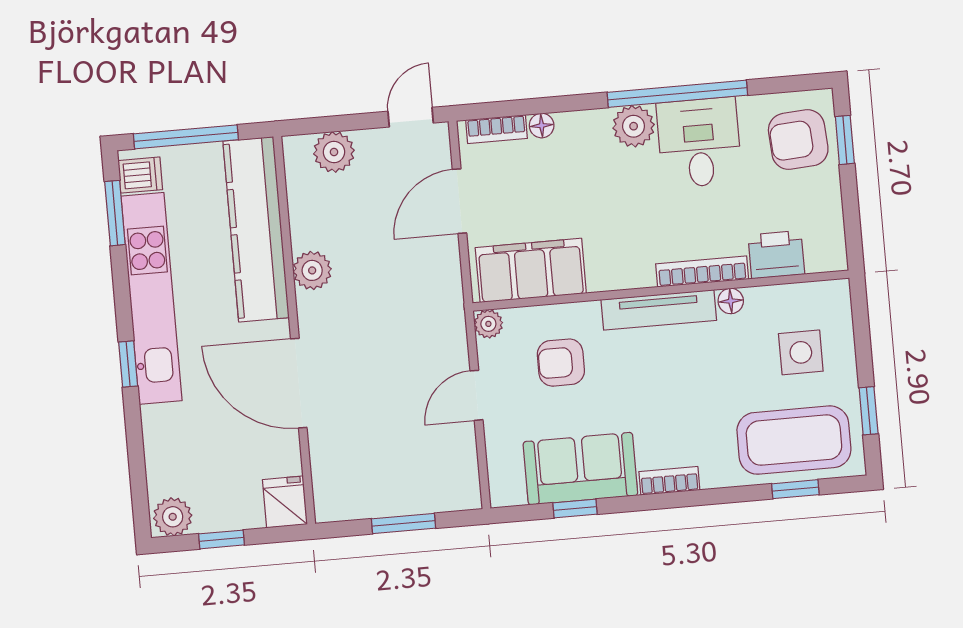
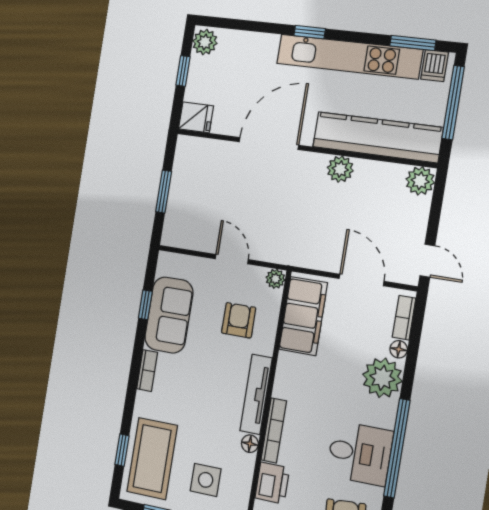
plant: (634, 126) -> (382, 378), moved, width x1.36, depth x1.36
plant: (334, 152) -> (420, 181), moved

